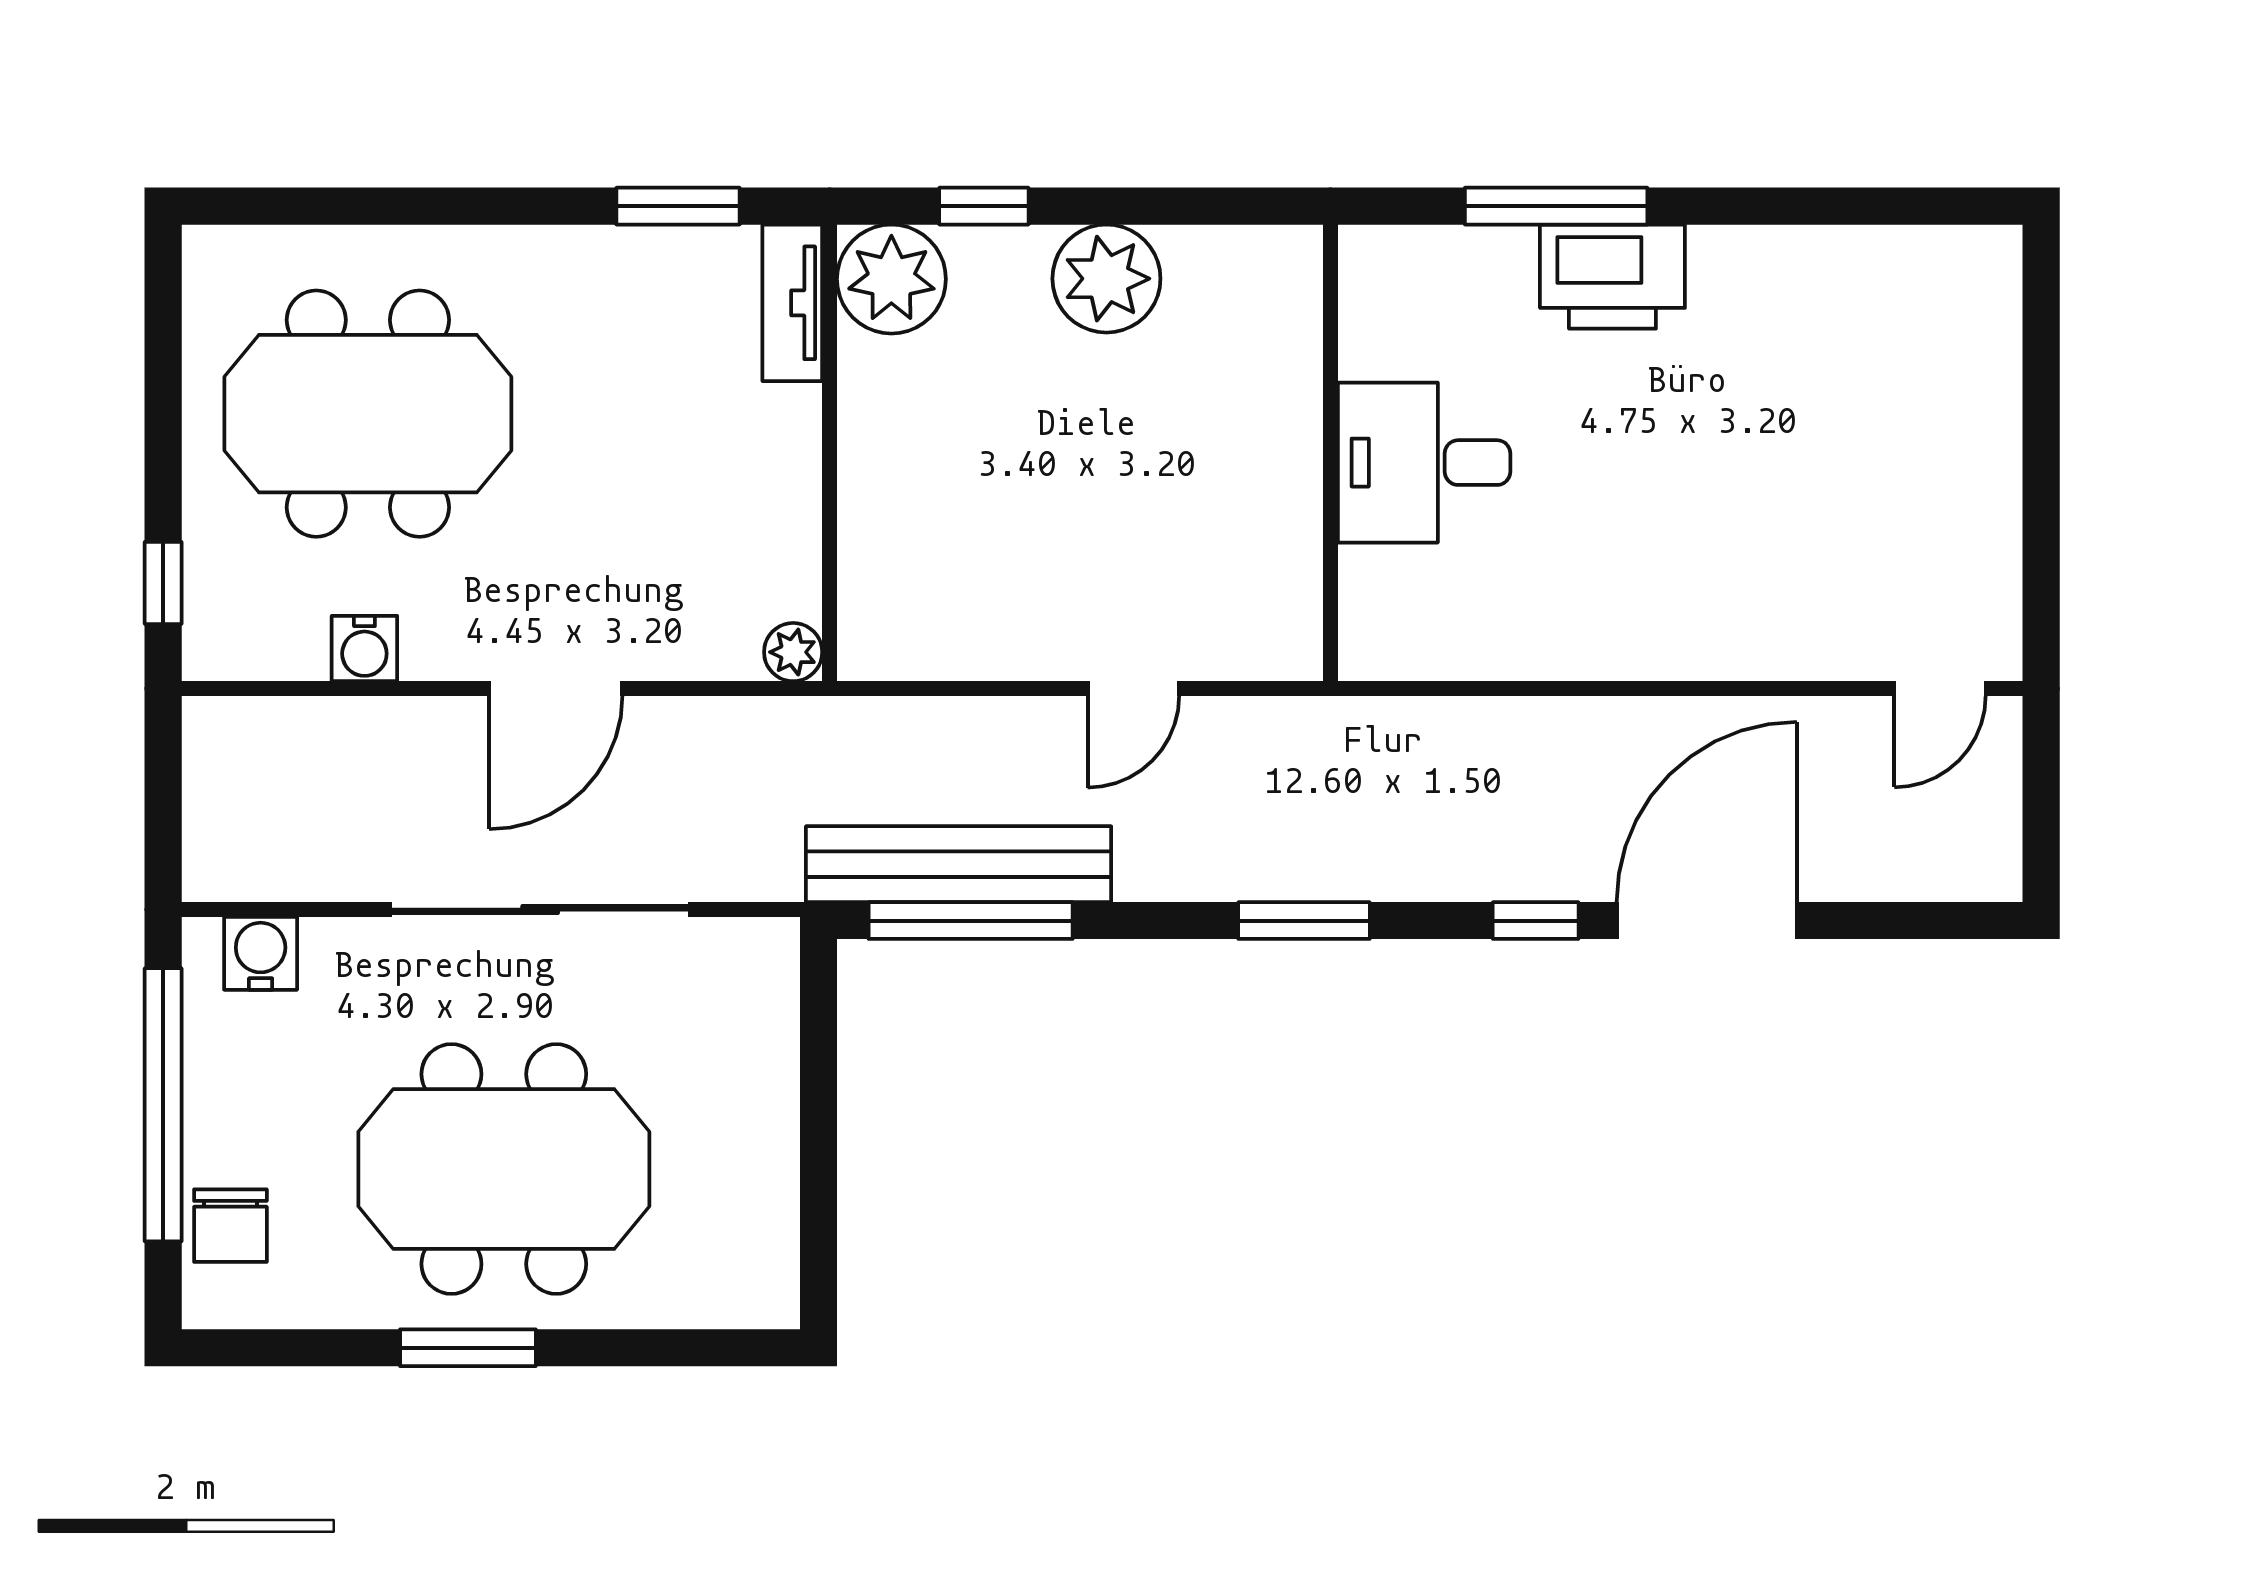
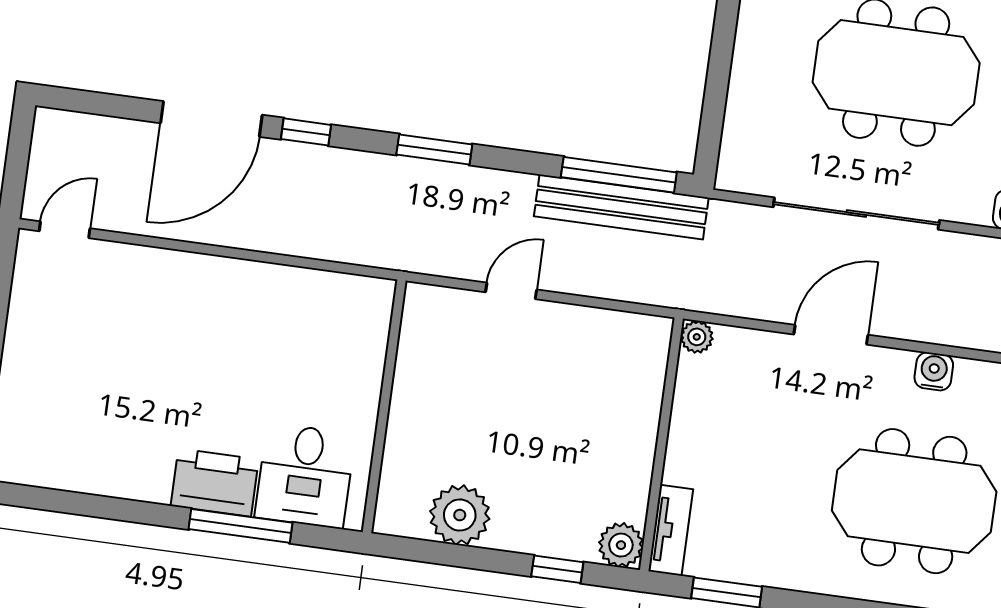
plant: (891, 279) -> (621, 545), width x0.73, depth x0.73
plant: (1106, 279) -> (460, 515), moved
desk: (1424, 463) -> (305, 476), moved, turned 90

